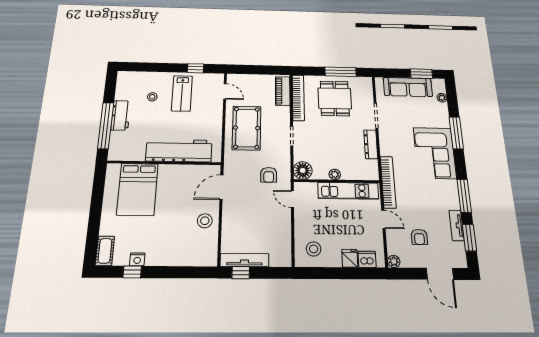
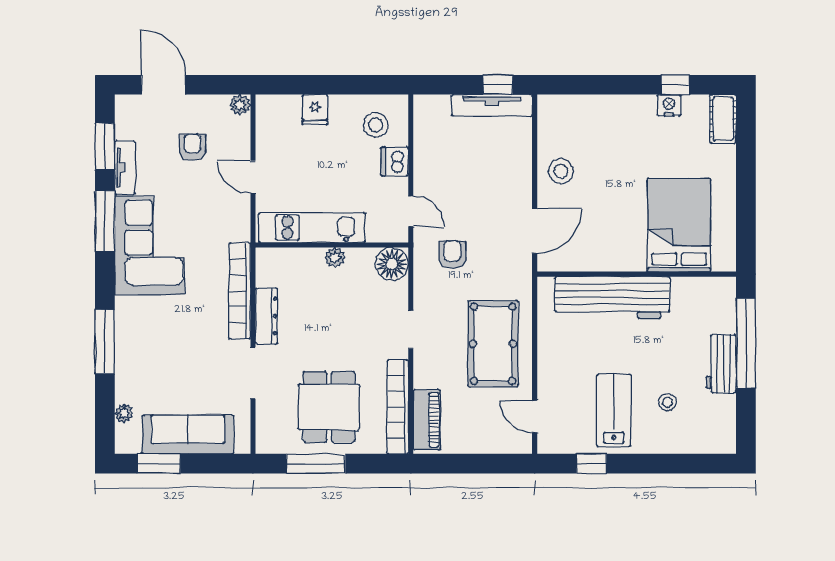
corner sofa: (435, 153) -> (150, 246), moved
bookcase: (388, 182) -> (240, 291), moved
dishwasher: (367, 259) -> (395, 162), moved, turned 90

